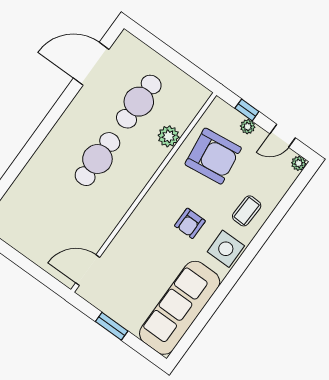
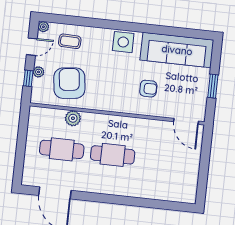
door: (283, 136) -> (32, 47), hinge flipped
coffee table: (247, 211) -> (70, 41), moved
armchair: (190, 223) -> (148, 89), moved

